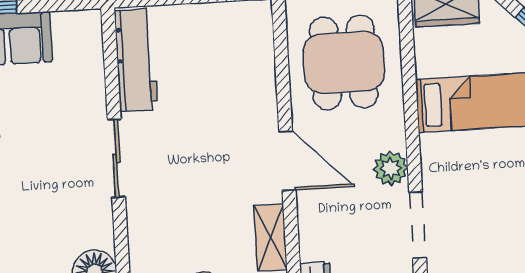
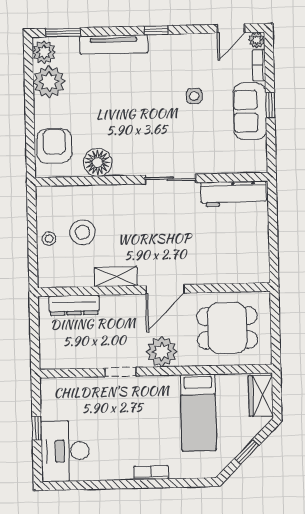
plant: (391, 168) -> (162, 352), width x1.36, depth x1.36
doorway: (418, 225) -> (121, 372), width x0.73

